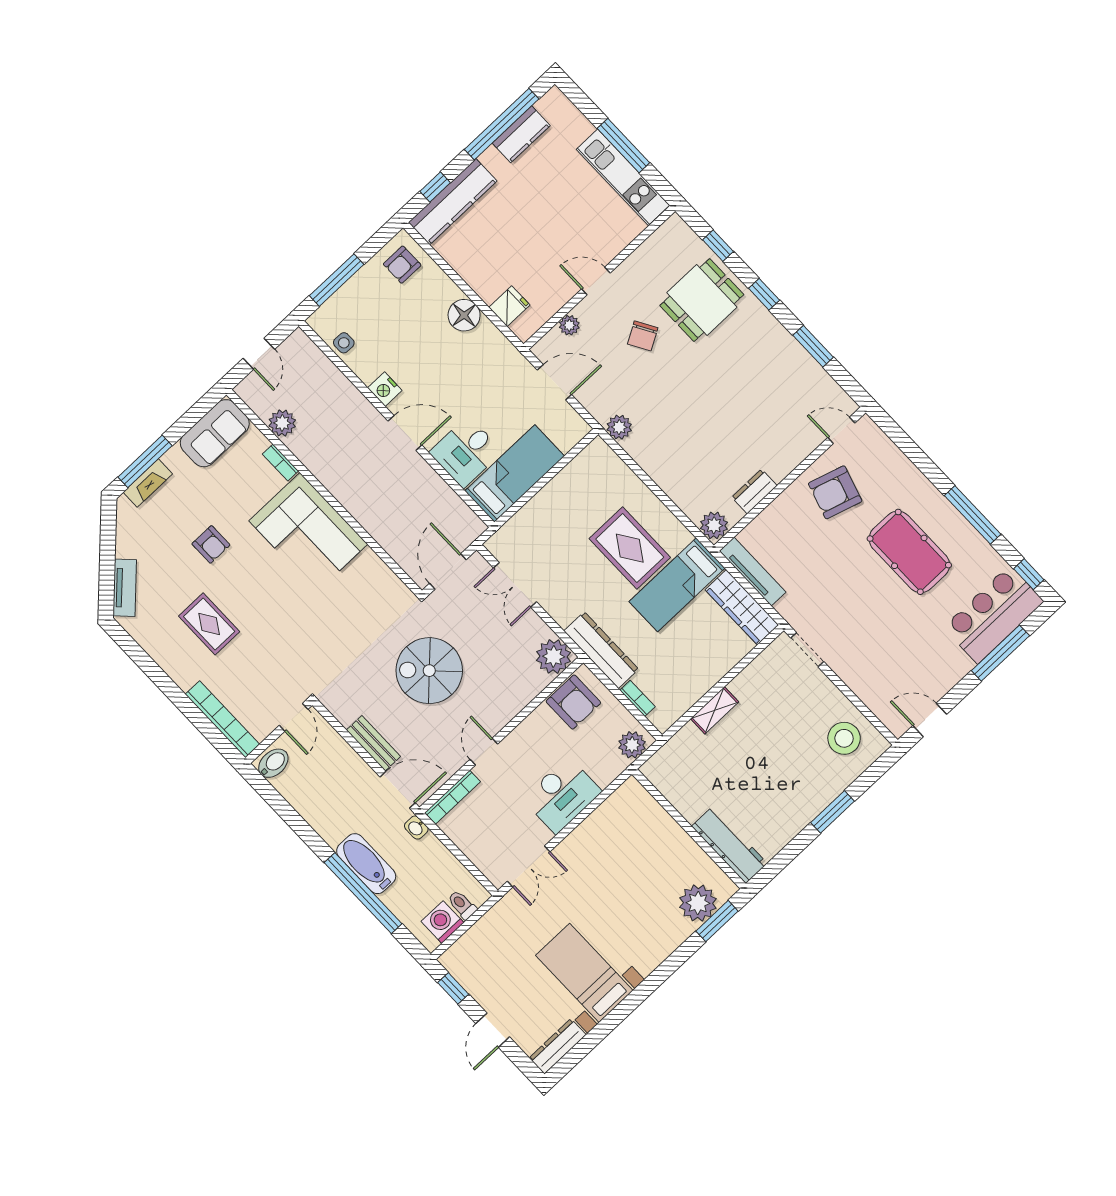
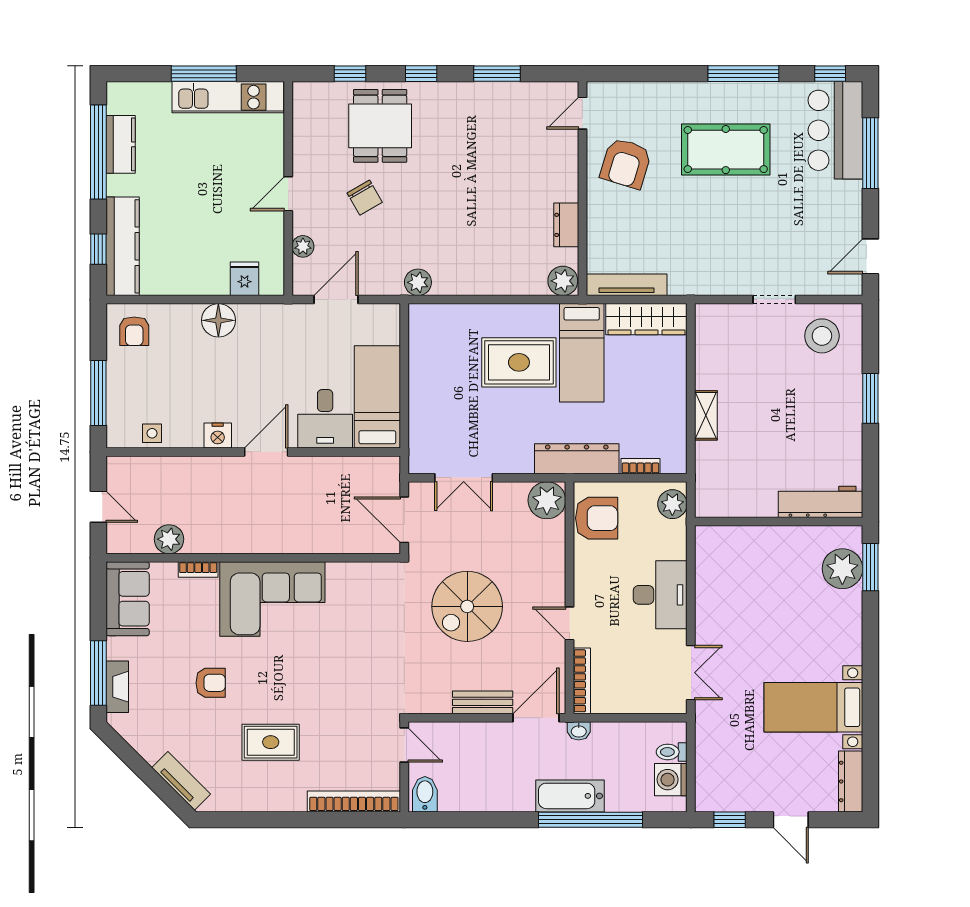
doorway: (807, 650) -> (774, 300), moved

